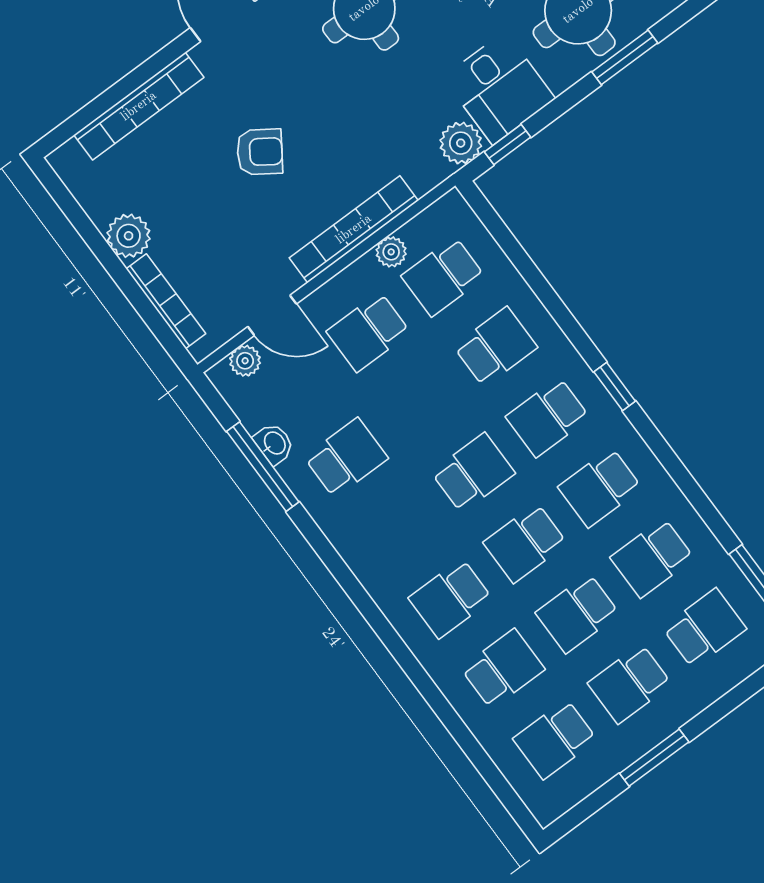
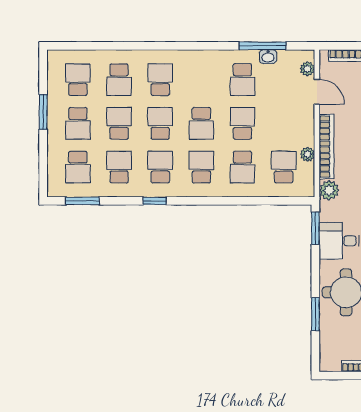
window: (625, 57) -> (315, 314), moved
plant: (461, 143) -> (329, 190), moved
window: (507, 144) -> (315, 228), width x1.50
door: (272, 315) -> (317, 92), swing flipped
school desk: (368, 332) -> (243, 123), moved
window: (615, 386) -> (155, 201), moved
school desk: (630, 684) -> (78, 123), turned 180

